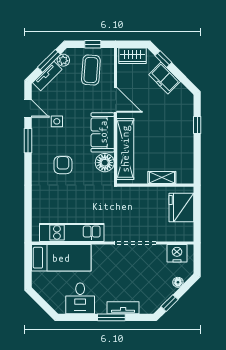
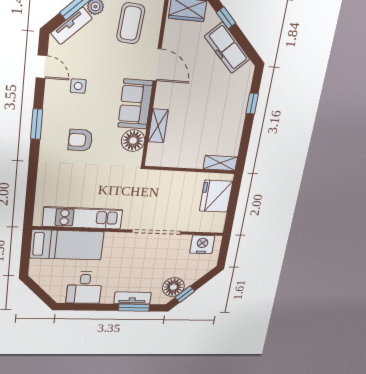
freezer: (165, 78) -> (227, 48), width x1.40
window: (28, 141) -> (37, 124), moved
shelving: (125, 149) -> (158, 126), width x0.45, depth x0.75
armchair: (63, 165) -> (80, 140), turned -90
shelving: (162, 178) -> (220, 163), moved
floor lamp: (178, 282) -> (173, 287), moved, width x1.89, depth x1.89
window: (111, 317) -> (134, 308), moved

